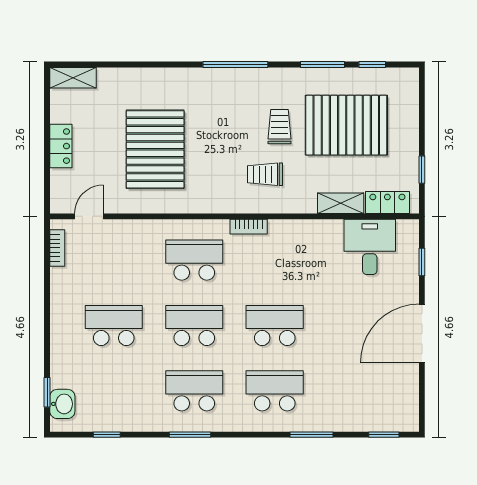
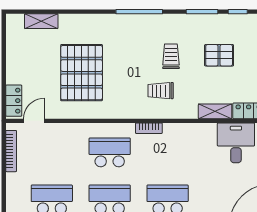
shelving: (73, 78) -> (41, 21), moved
pallet: (346, 125) -> (219, 55), width x0.49, depth x0.50
locker: (61, 146) -> (14, 101), moved
bookcase: (57, 248) -> (11, 151), width x1.56

